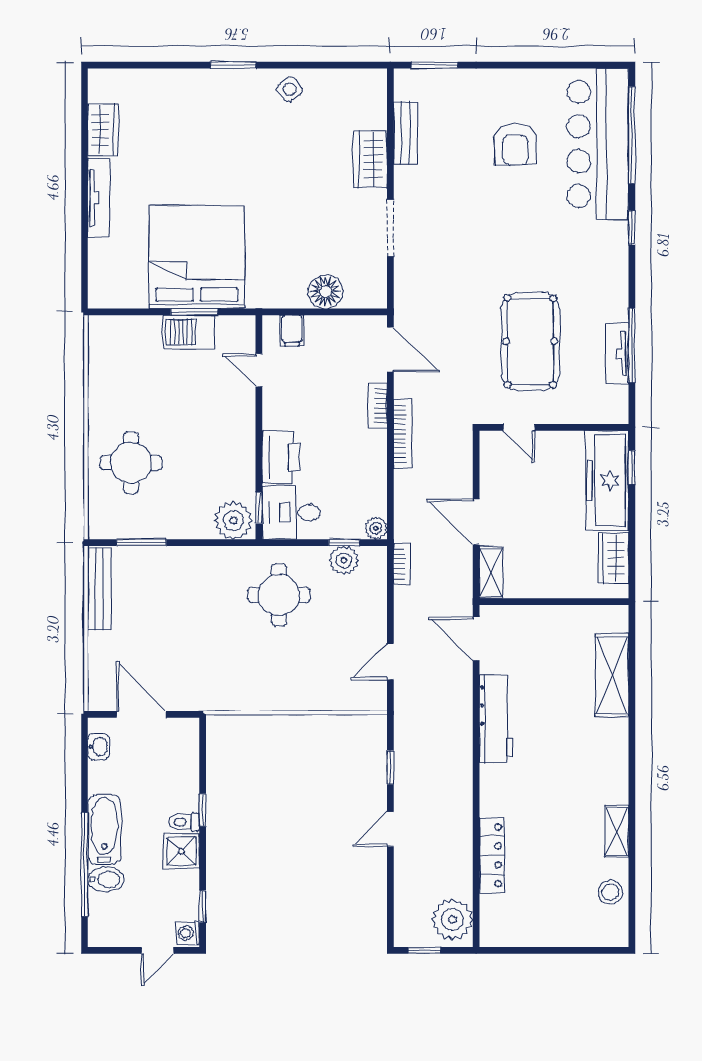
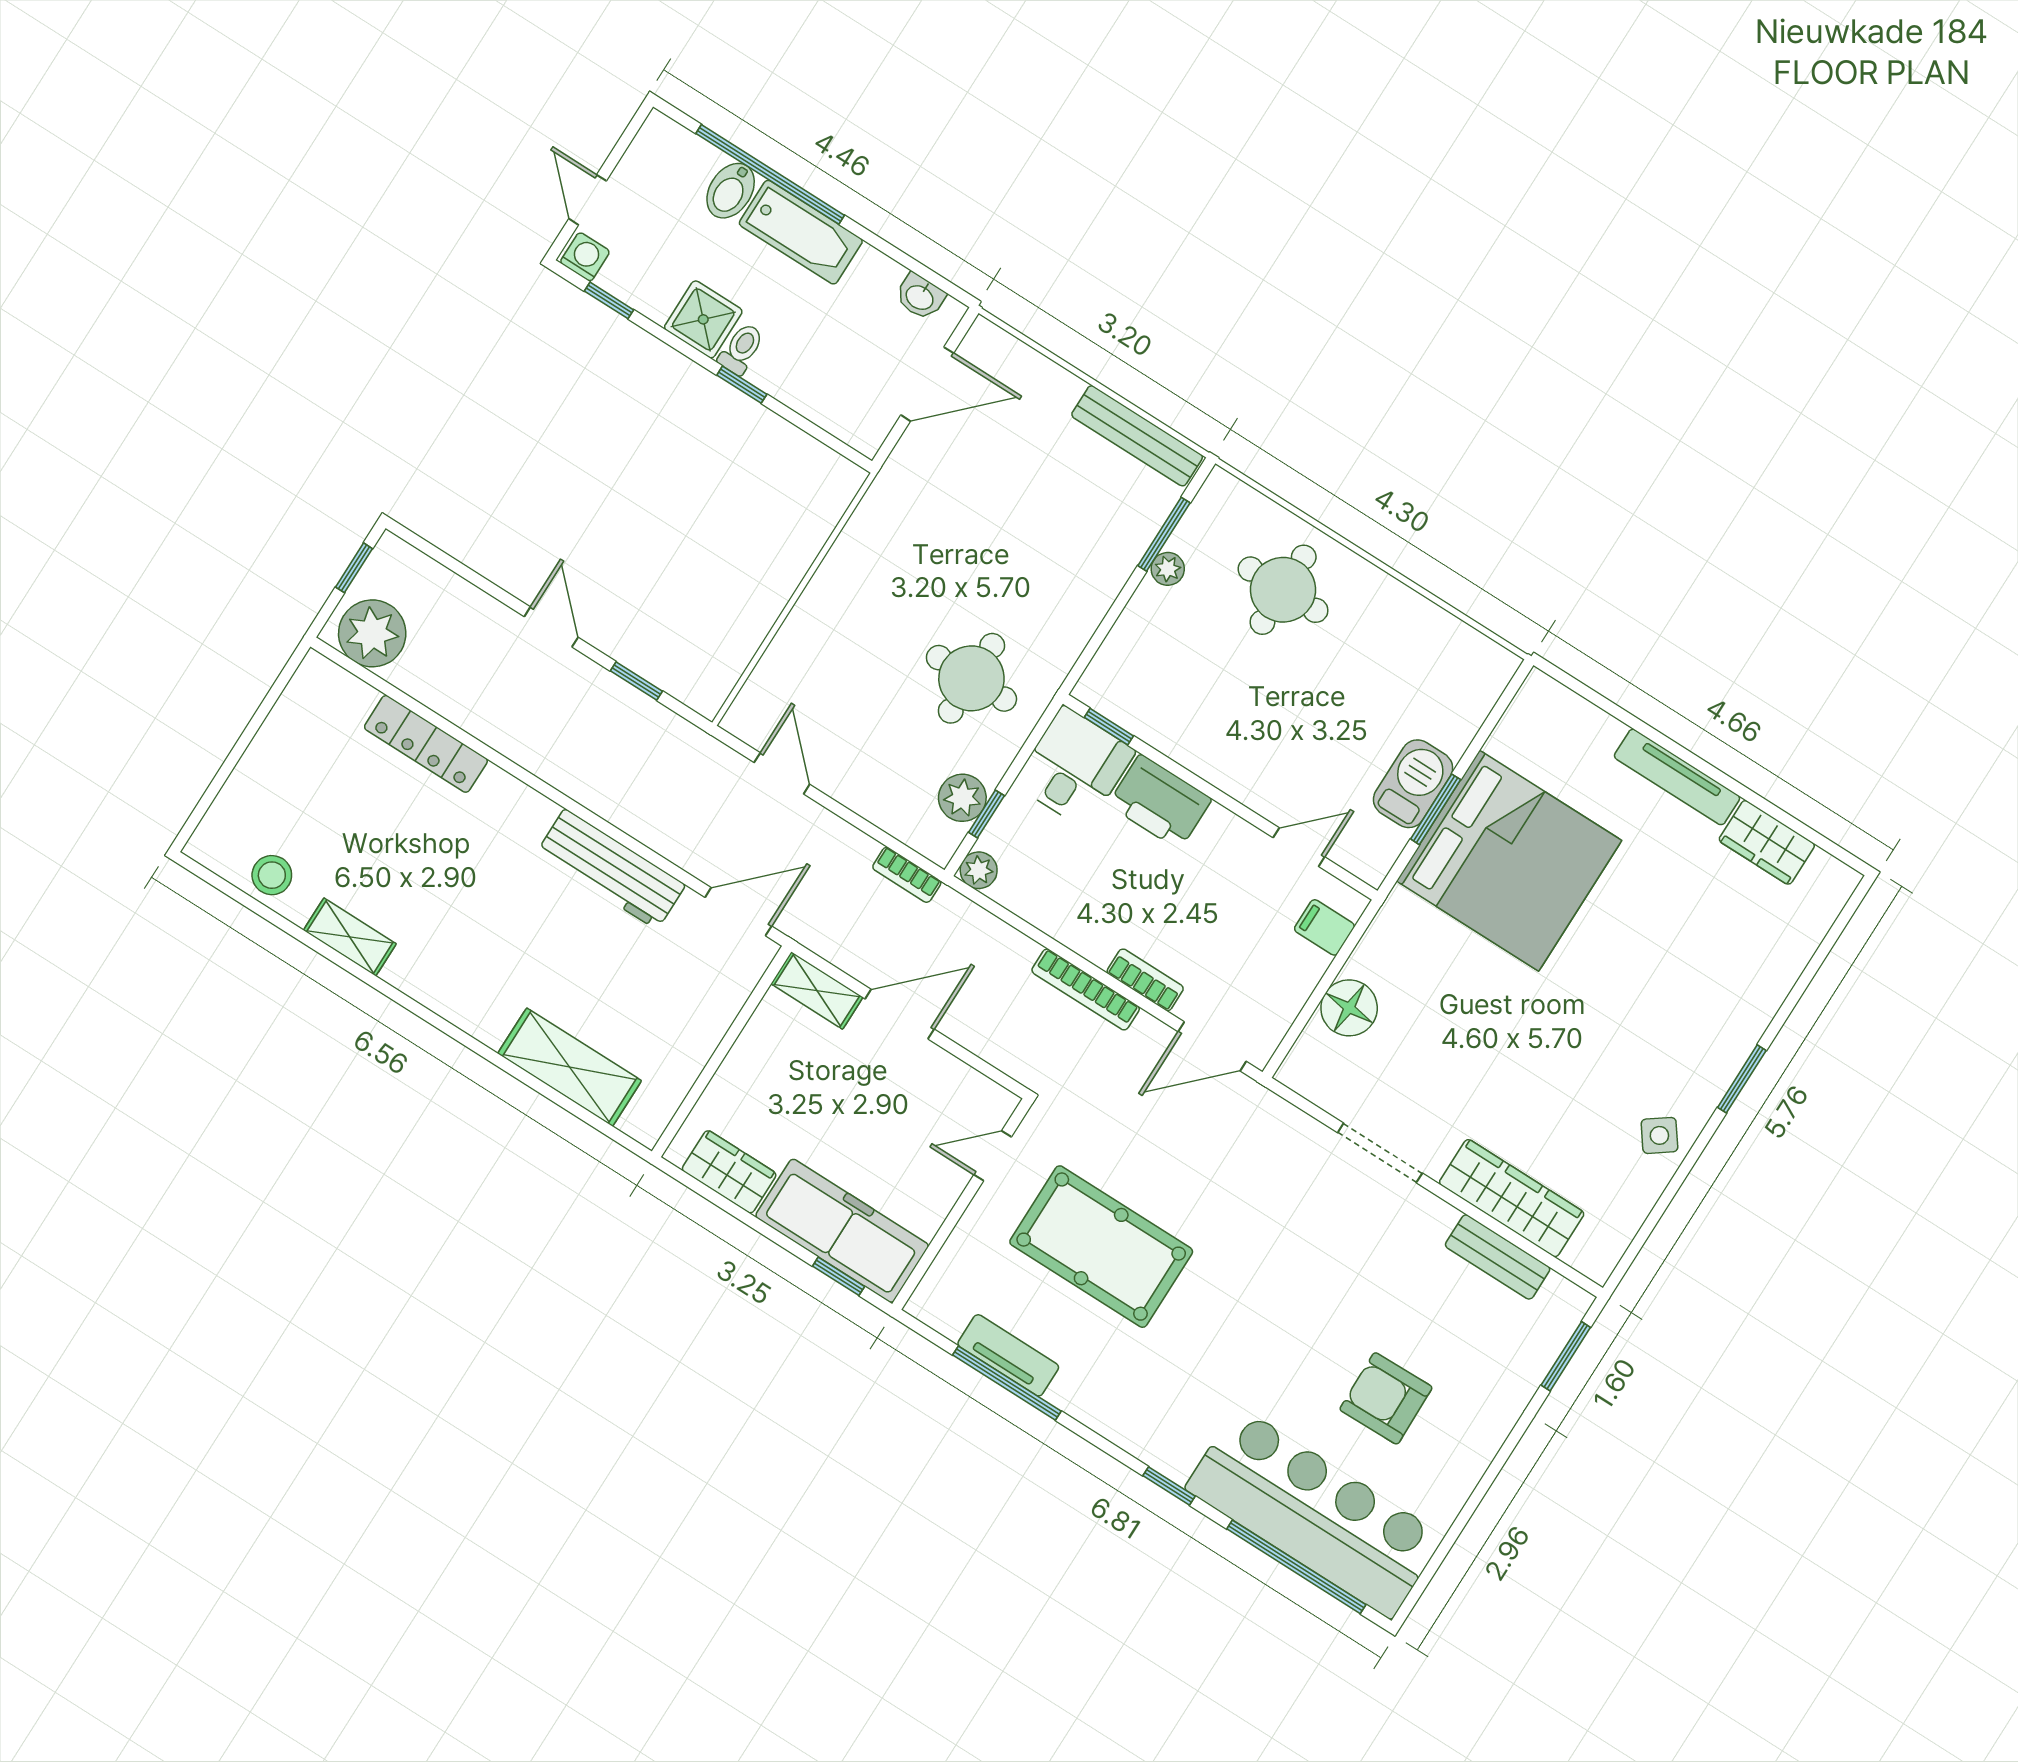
wardrobe: (371, 159) -> (1512, 1198), width x1.50
plant: (233, 520) -> (1168, 569), moved, width x0.53, depth x0.53

